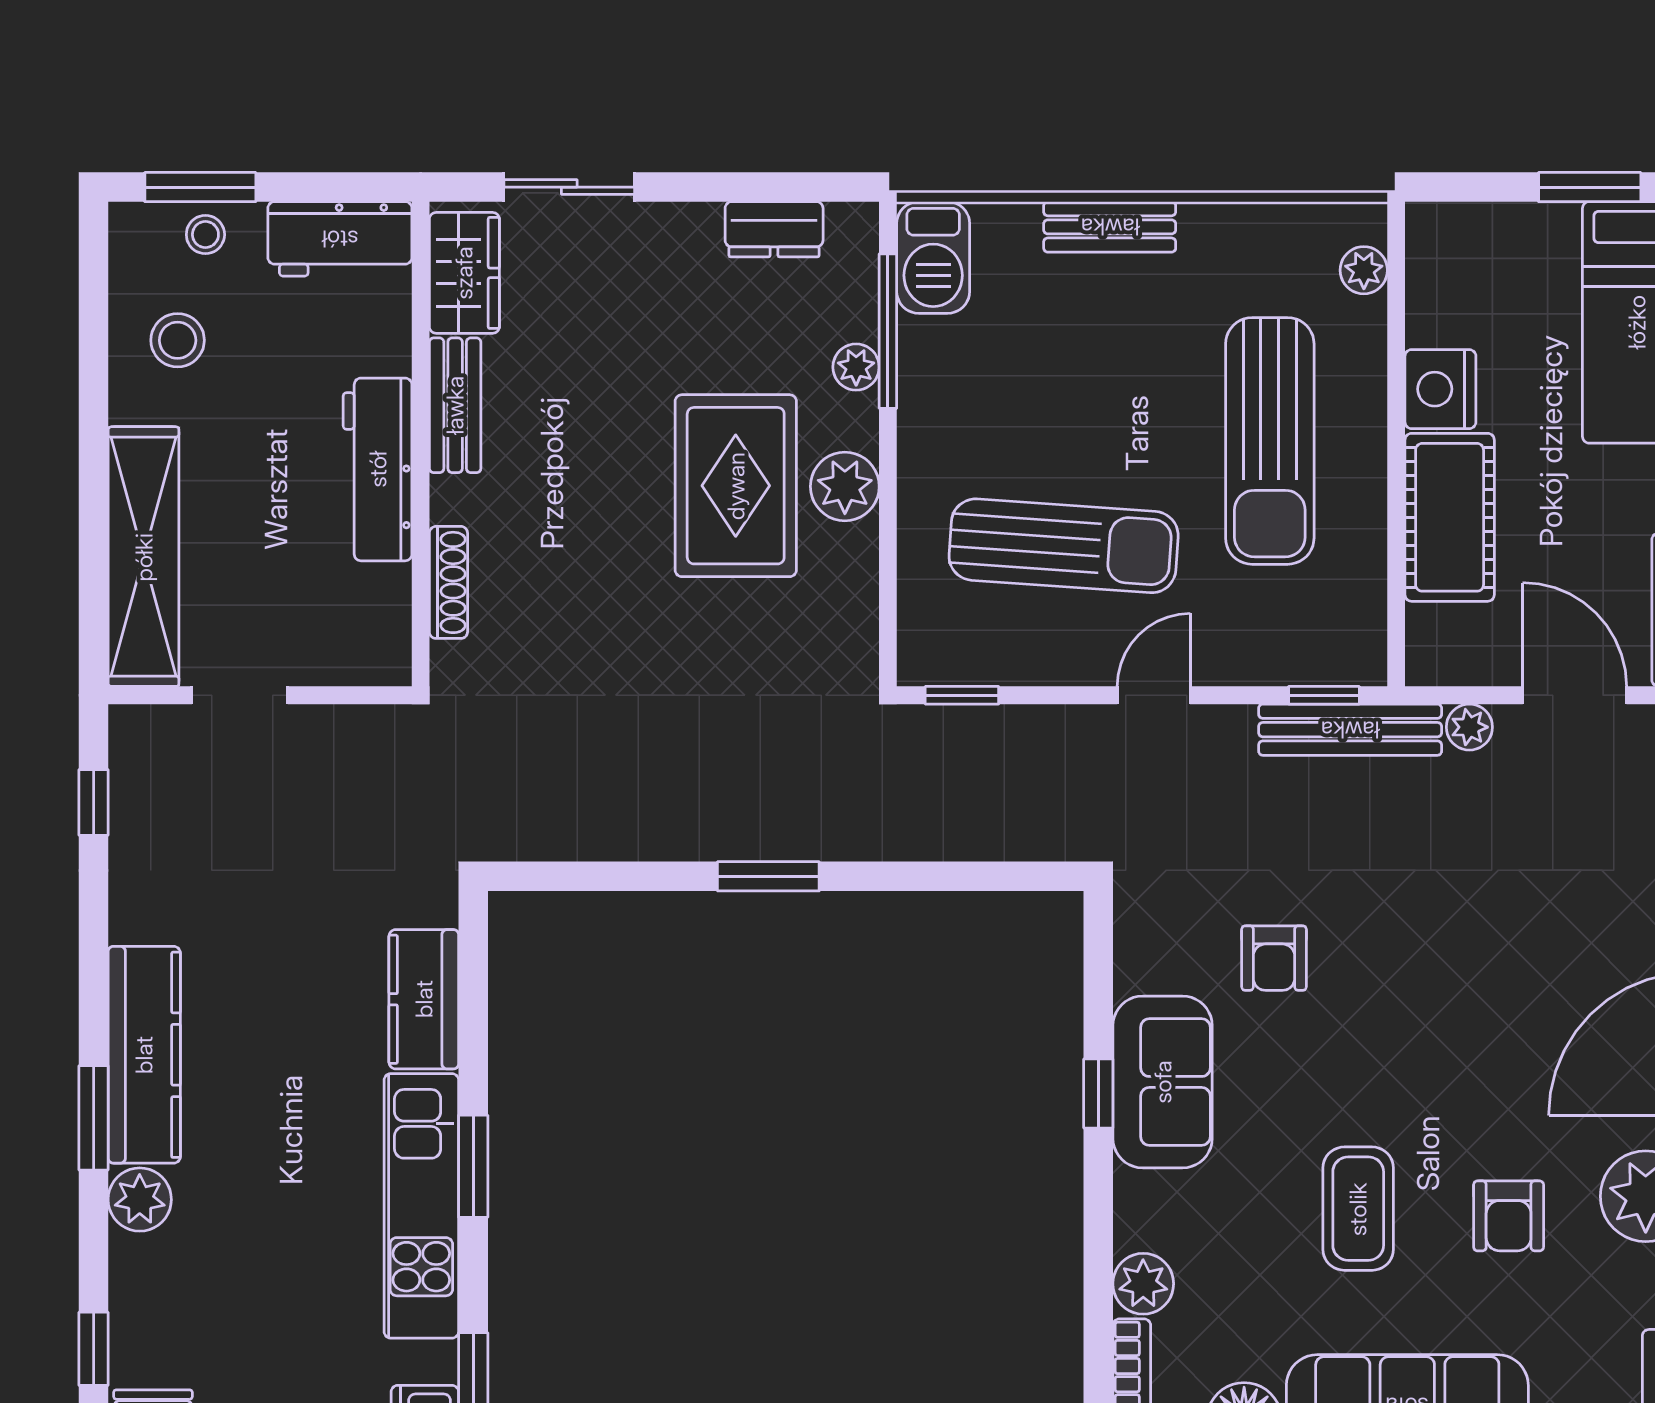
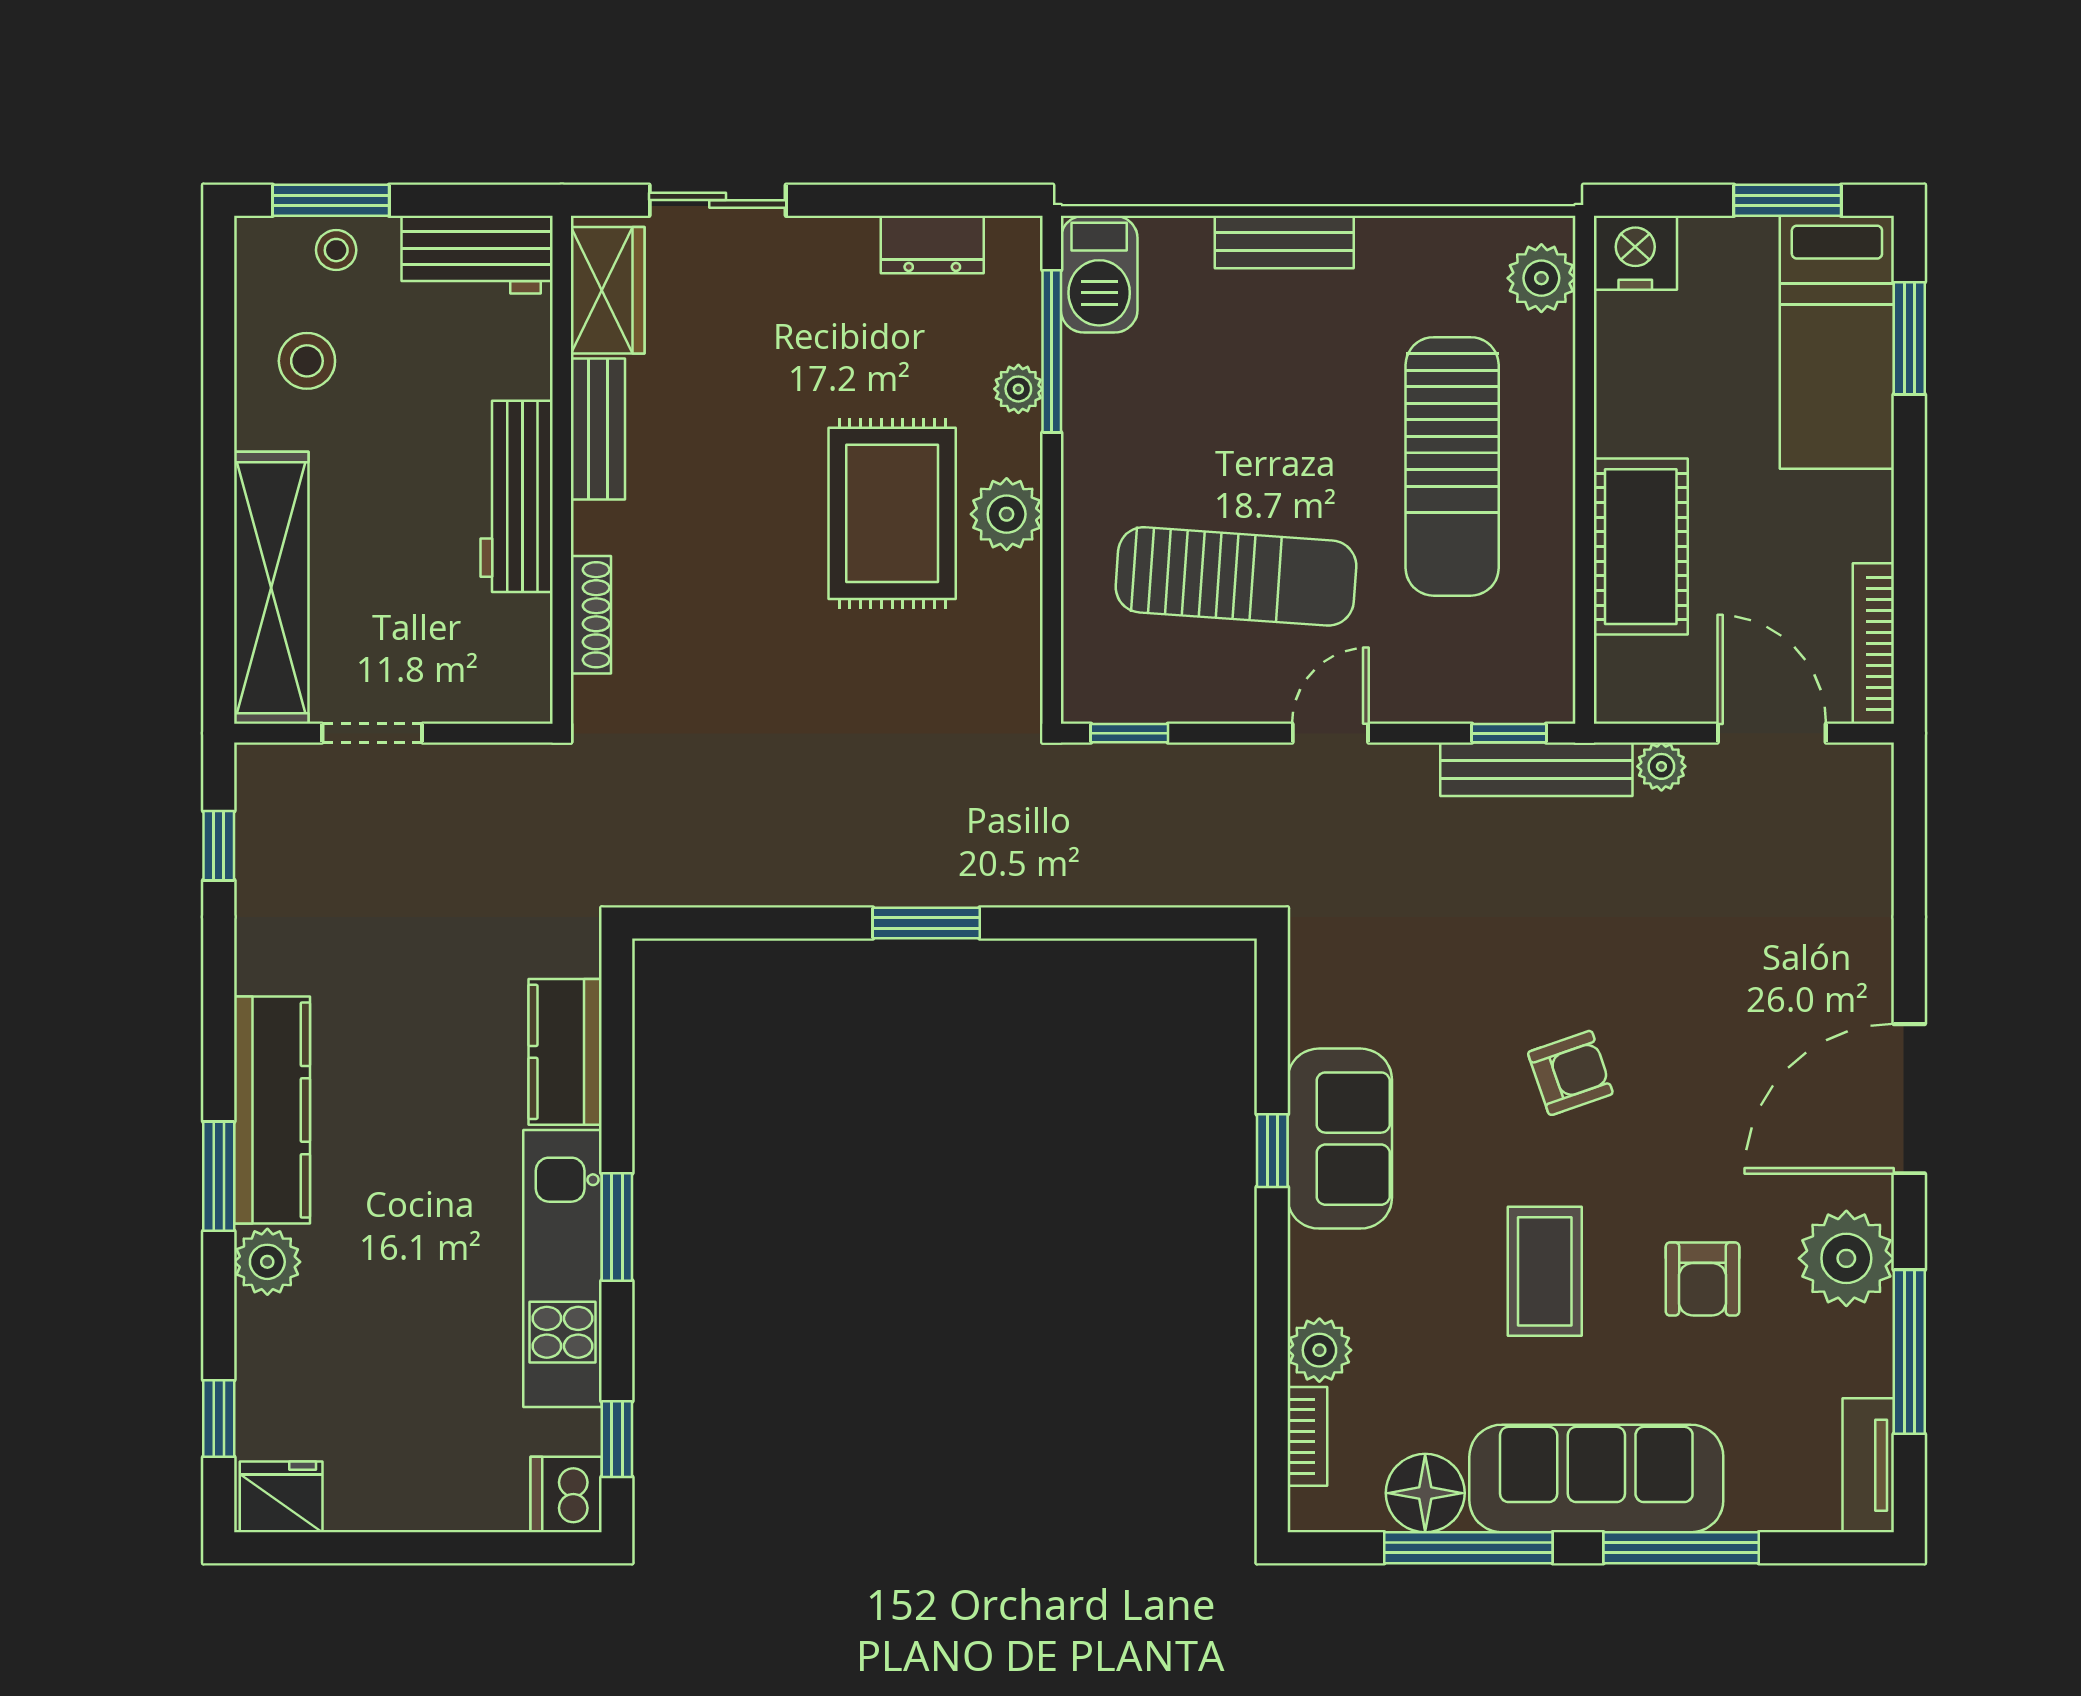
plant: (1364, 270) -> (1541, 278), width x1.38, depth x1.38
nightstand: (1440, 389) -> (1635, 253), moved, turned 90
armchair: (1274, 958) -> (1570, 1073), moved, turned -109

